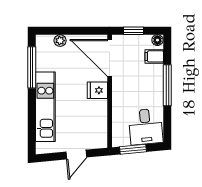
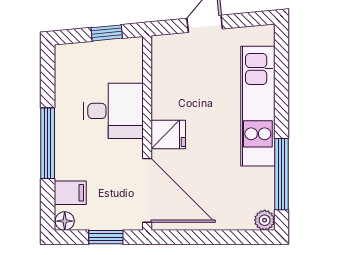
plant: (60, 41) -> (265, 220), moved
desk: (146, 127) -> (113, 111), moved, turned 95
window: (133, 149) -> (107, 33), width x0.67

